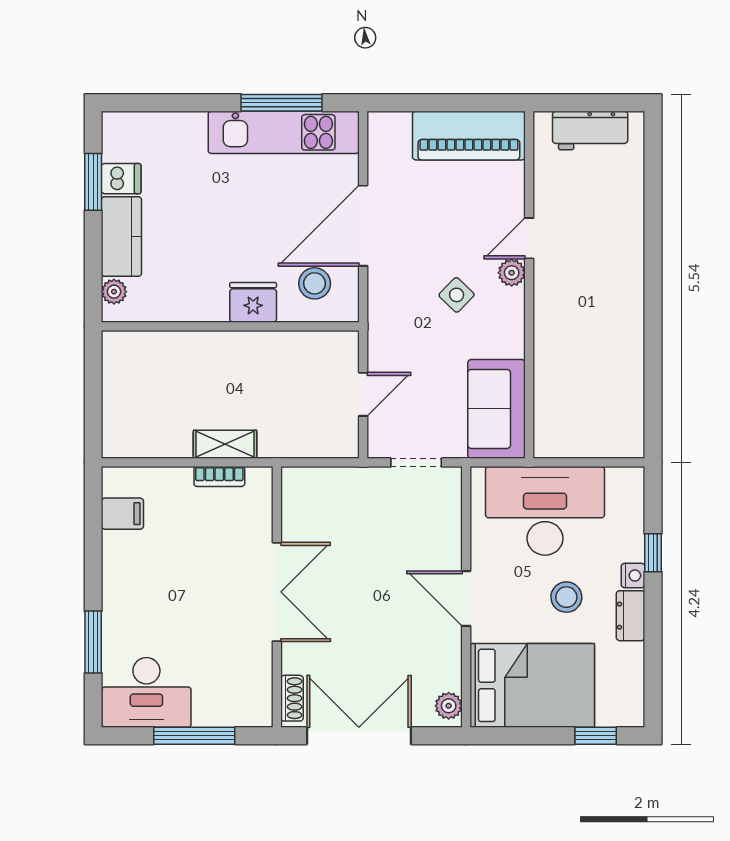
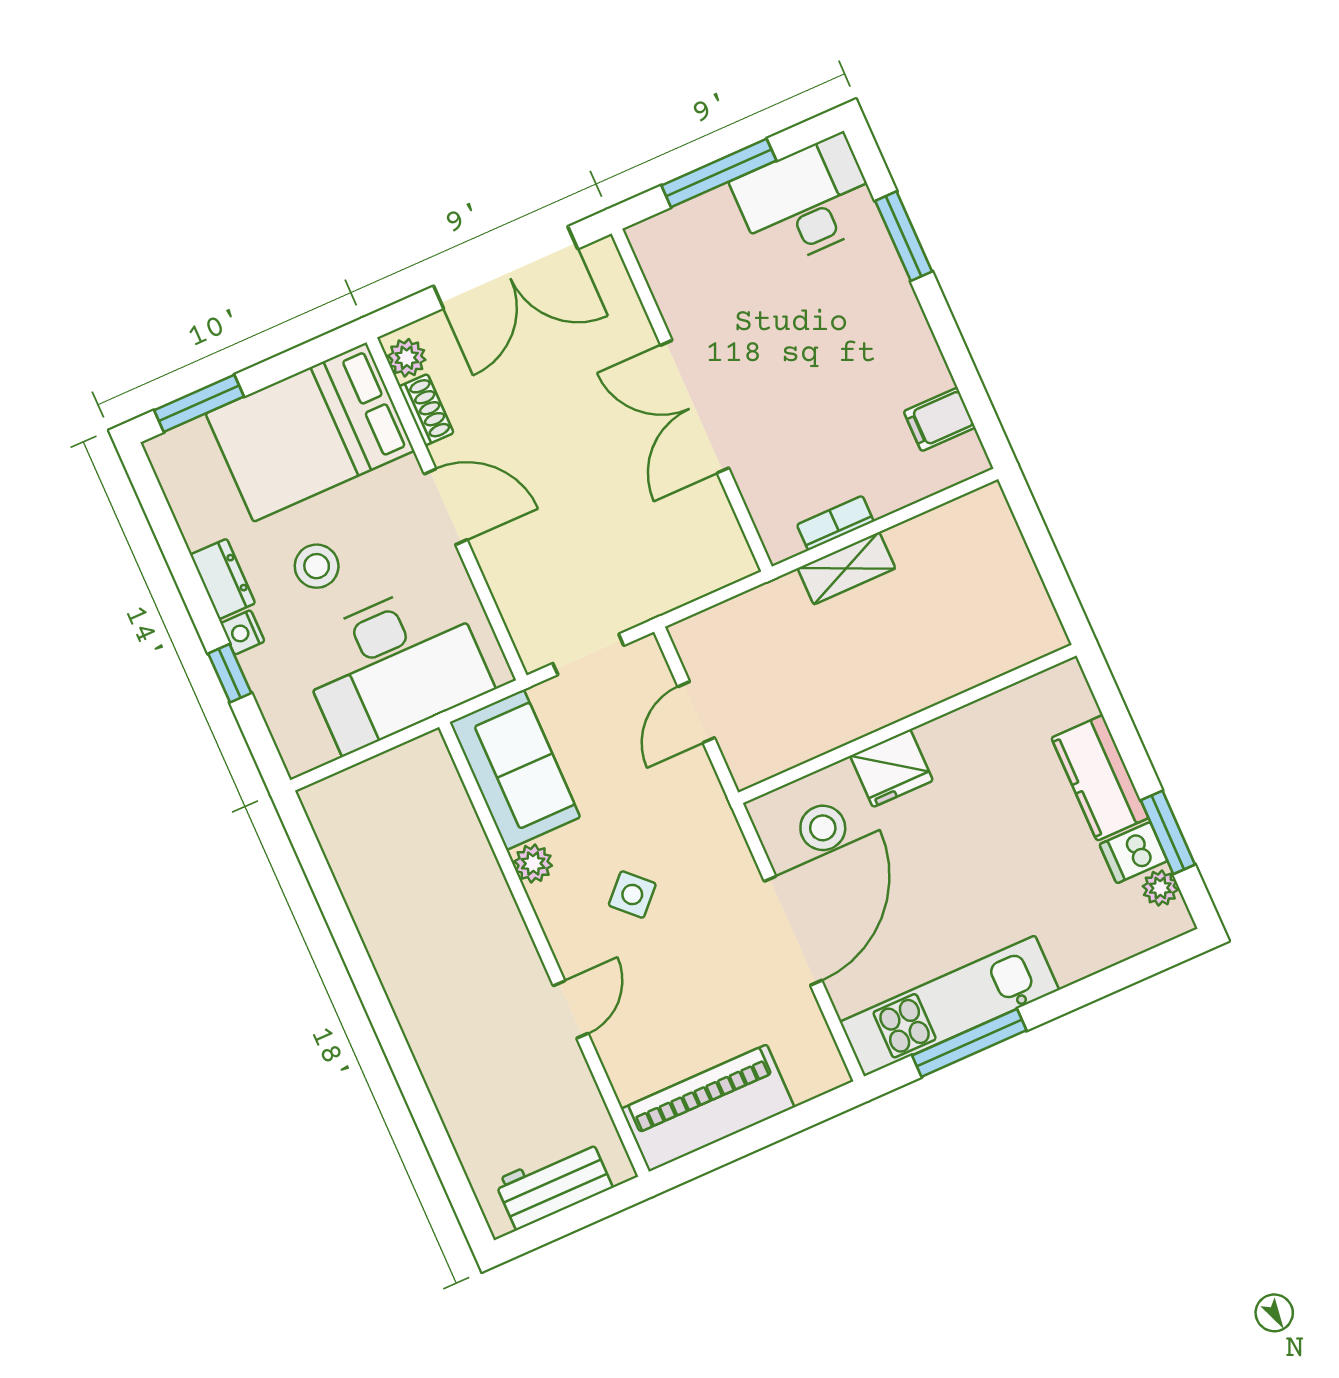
plant: (512, 273) -> (533, 863), moved
plant: (114, 292) -> (1160, 888), moved
shoe rack: (292, 698) -> (426, 410), moved, turned 180
window: (596, 736) -> (199, 403), width x1.50

